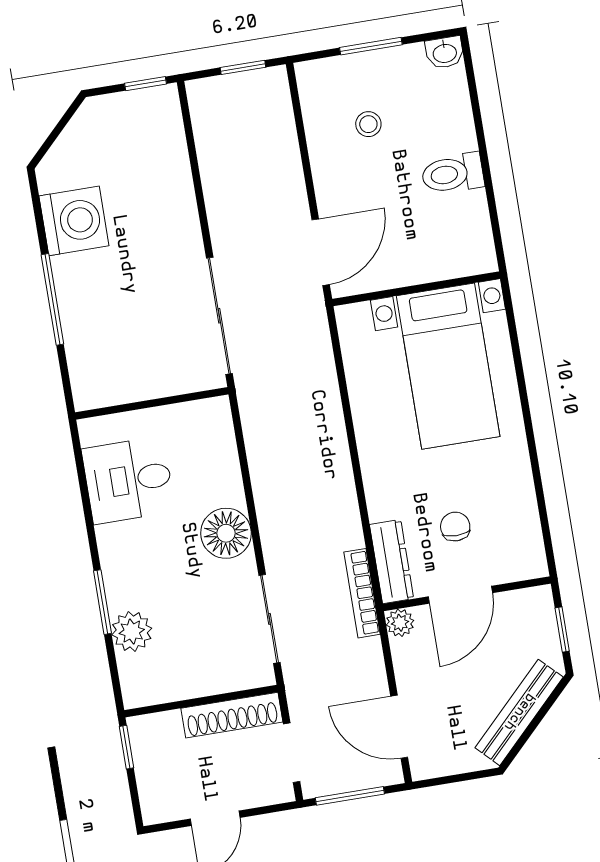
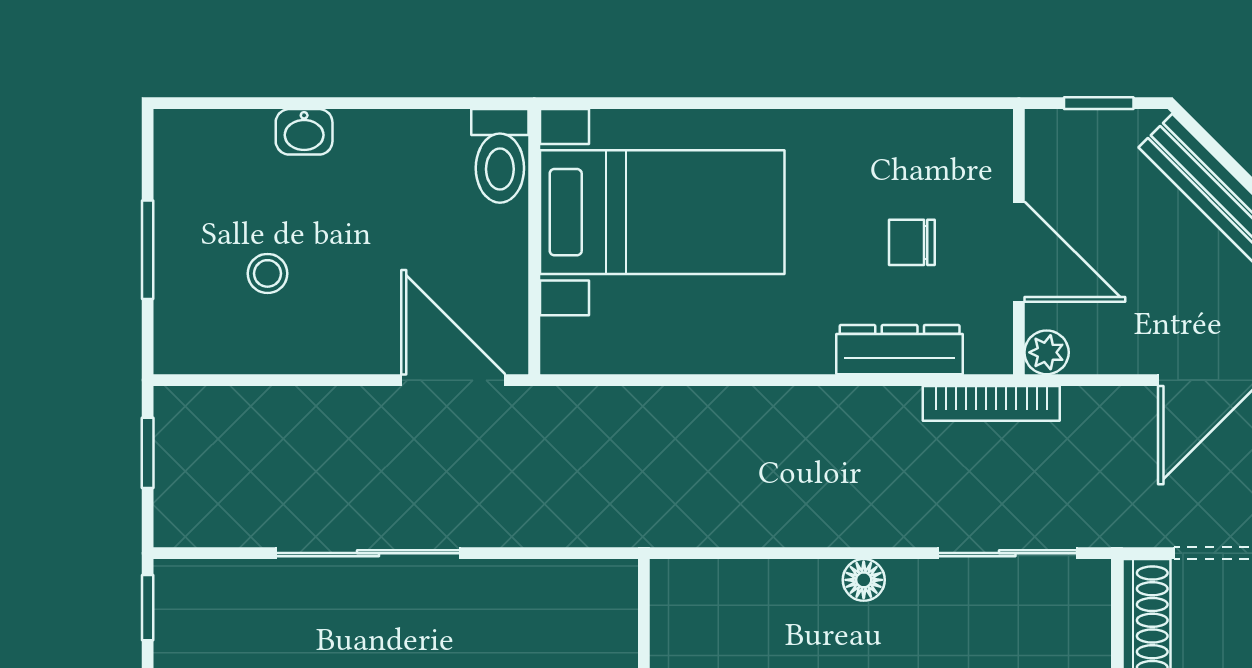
washbasin: (445, 53) -> (304, 132), moved, turned 90
toilet: (453, 174) -> (500, 156), moved
sliding door: (219, 316) -> (368, 553), moved
floor lamp: (226, 533) -> (864, 580), width x0.53, depth x0.53
dresser: (392, 562) -> (900, 350), moved

